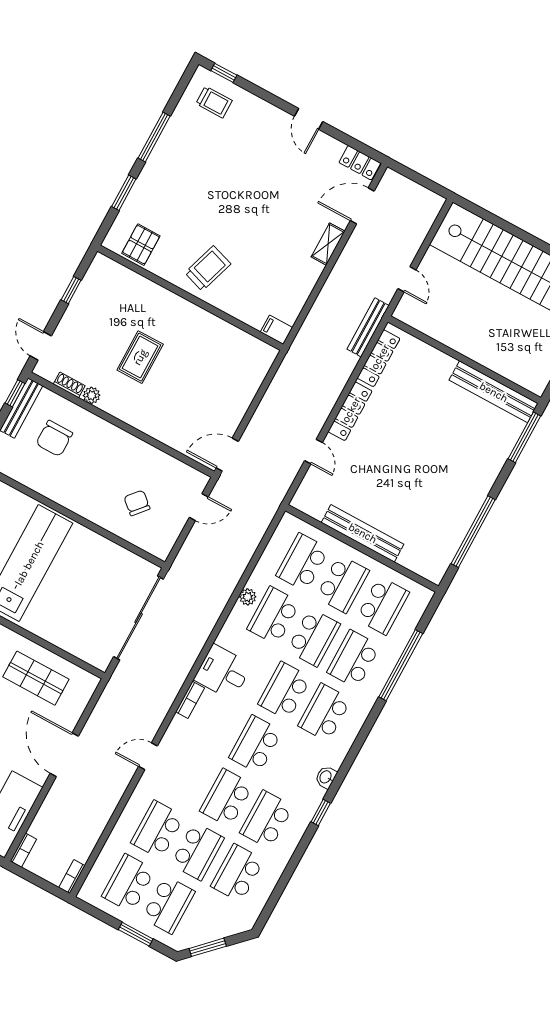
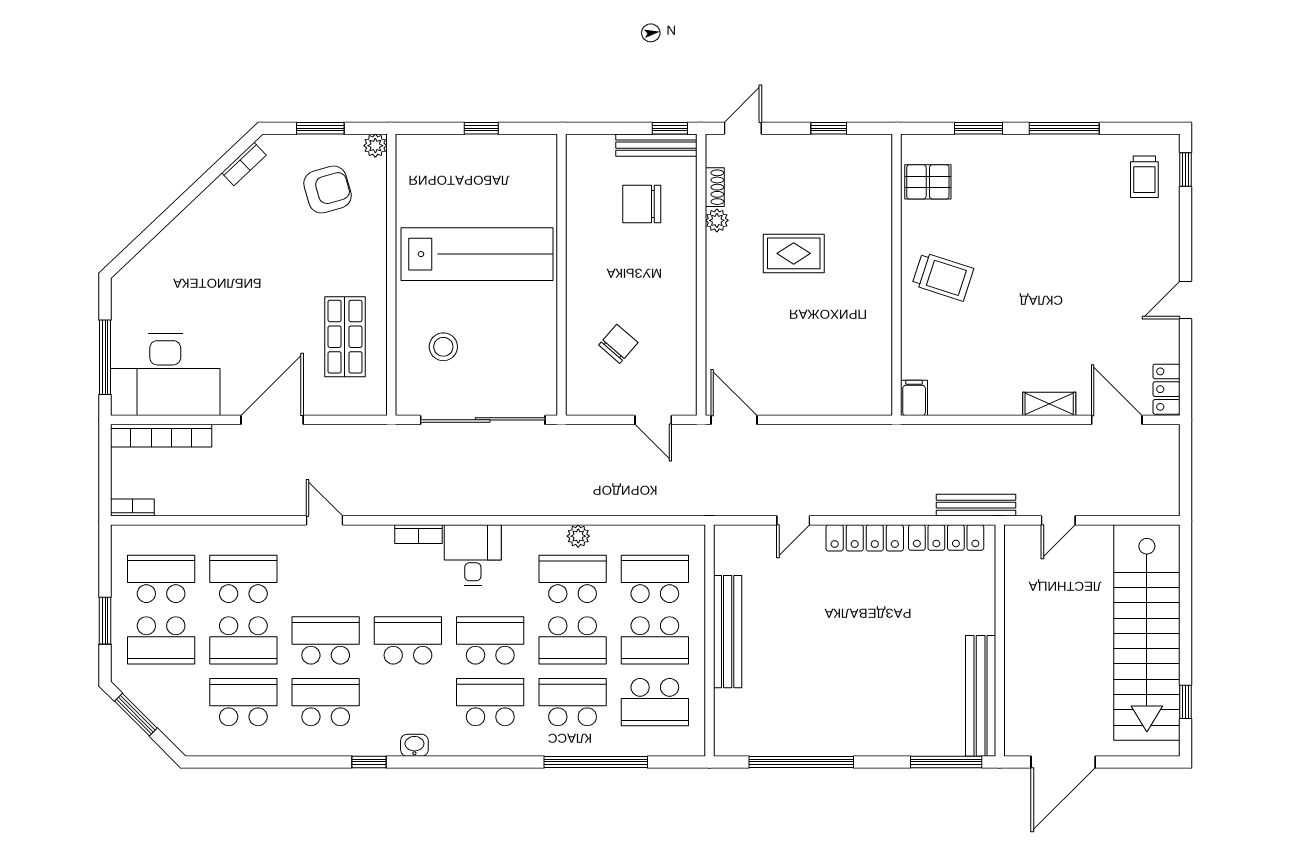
stool: (77, 618) -> (443, 347), added
bookcase: (23, 850) -> (161, 436), width x2.31, depth x1.31

